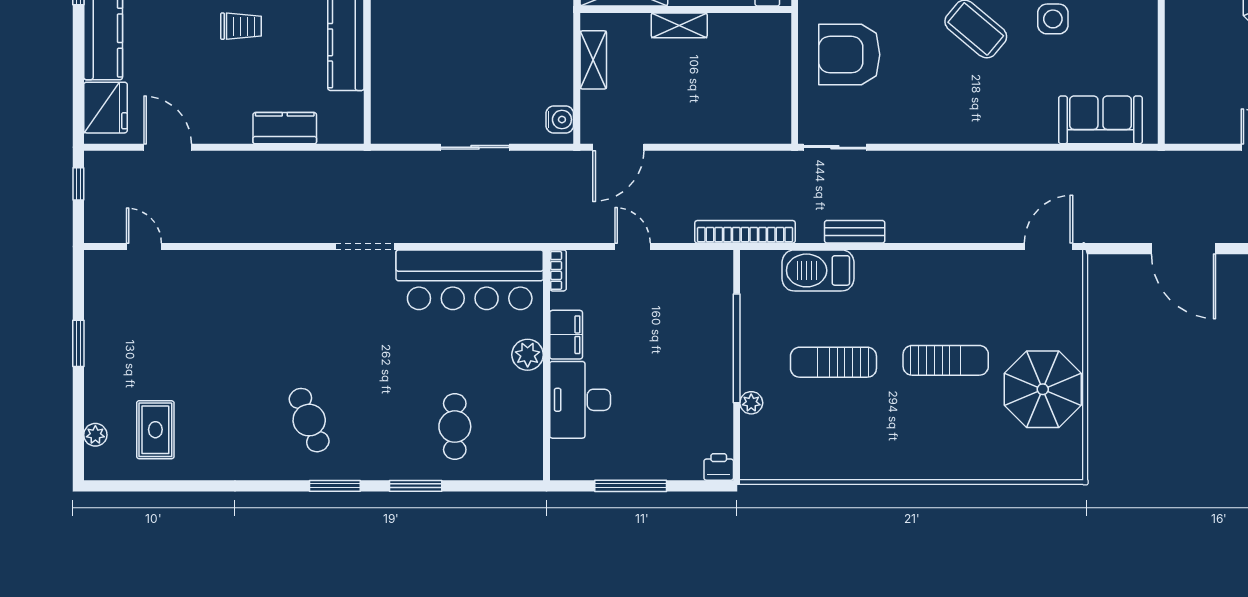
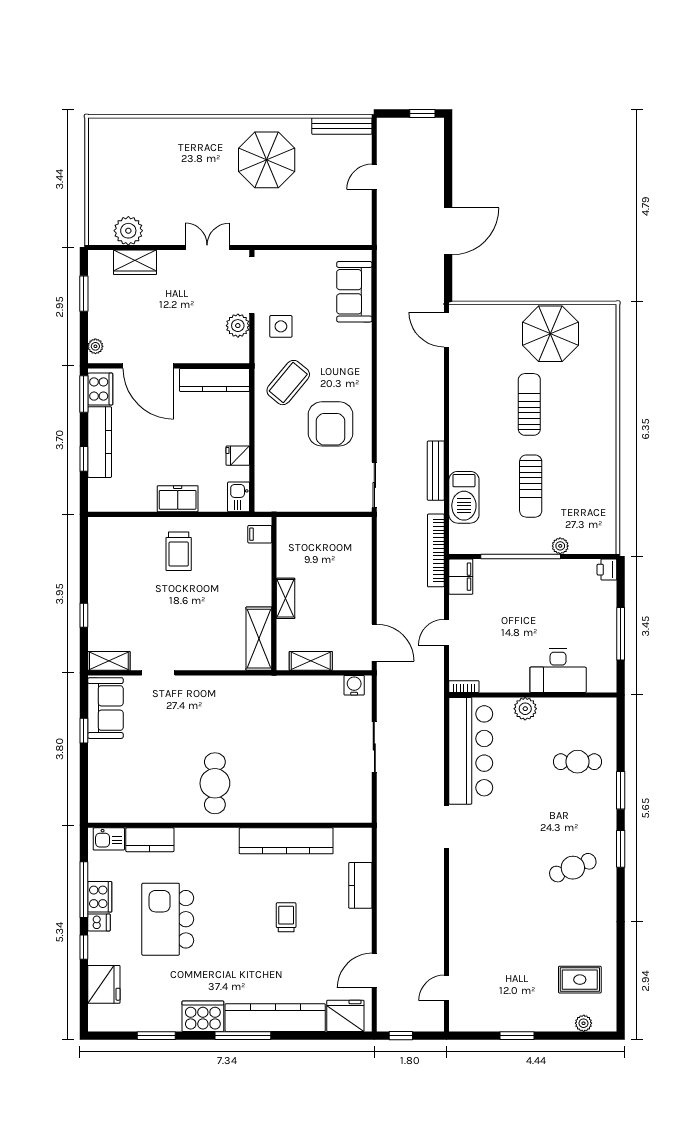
armchair: (849, 55) -> (330, 424), moved
bench: (855, 232) -> (436, 471), width x1.36
filing cabinet: (566, 335) -> (461, 577), moved, turned 90

